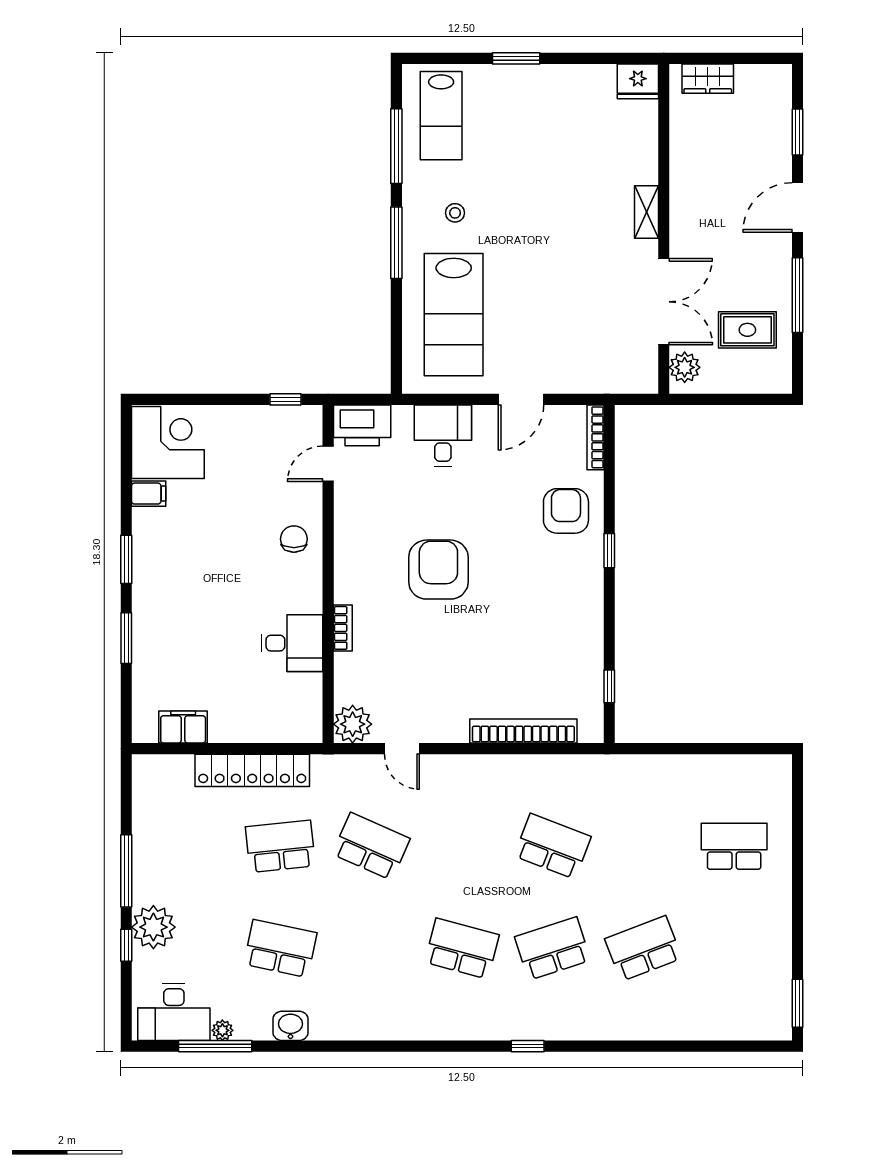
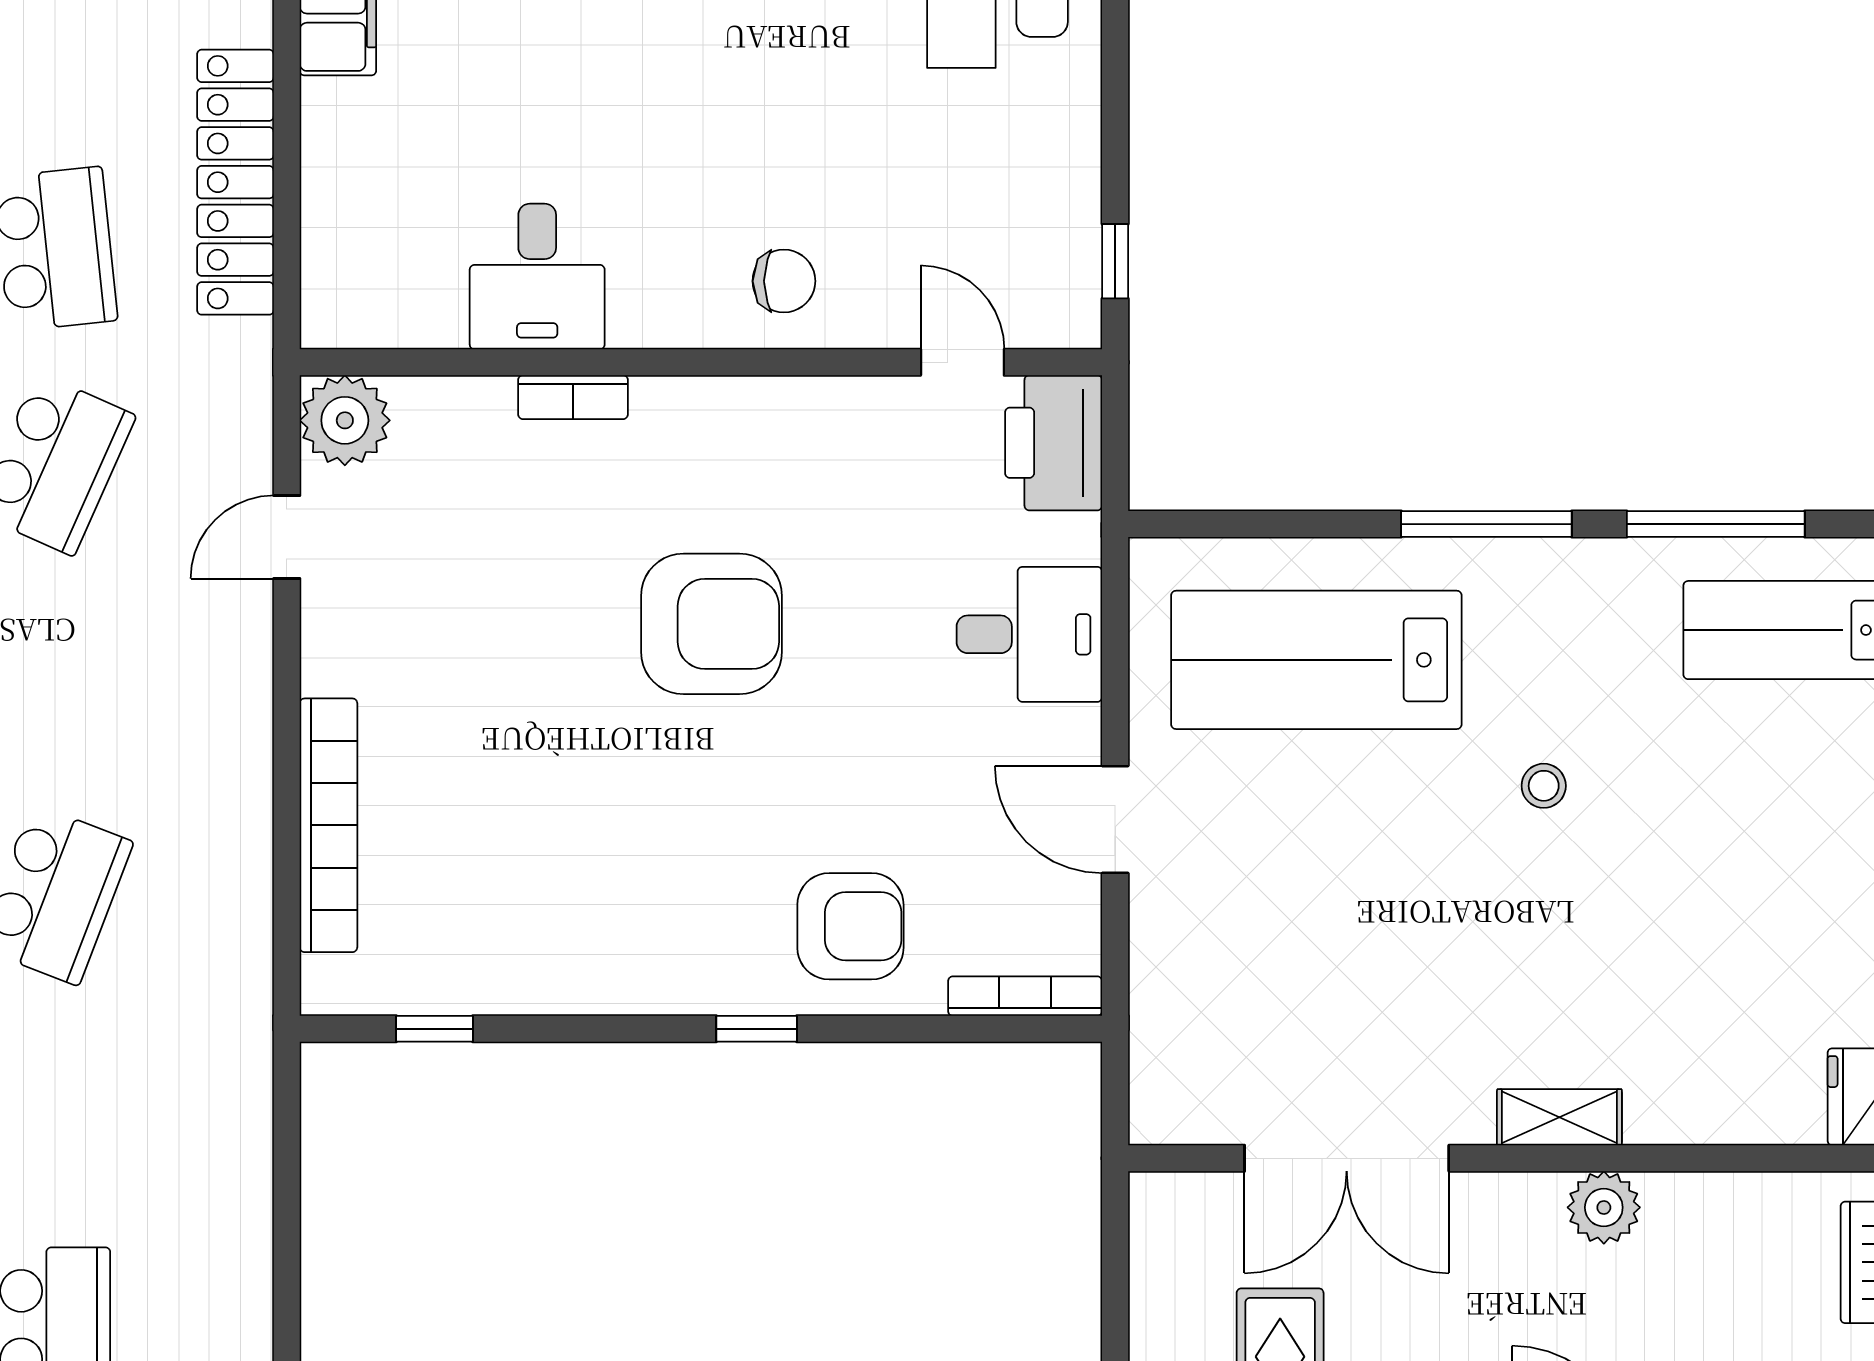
stool: (455, 213) -> (1544, 786), moved
plant: (685, 367) -> (1604, 1207), moved

